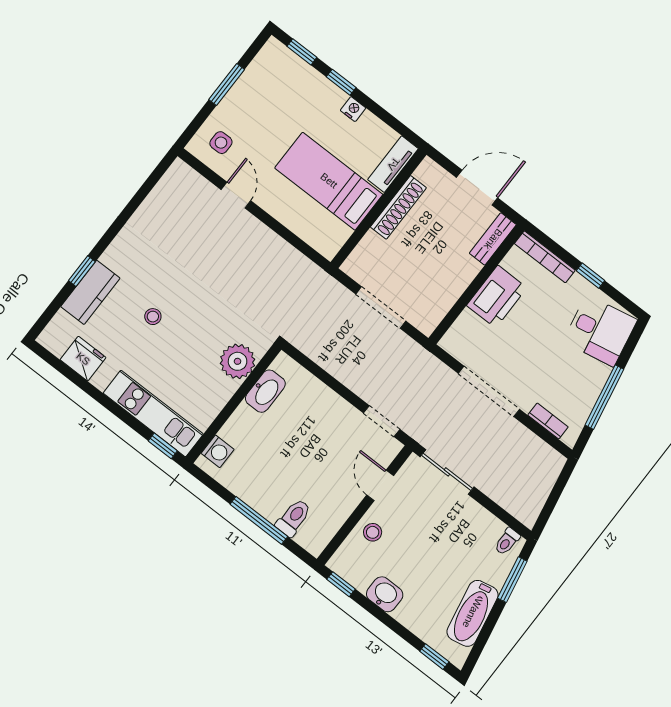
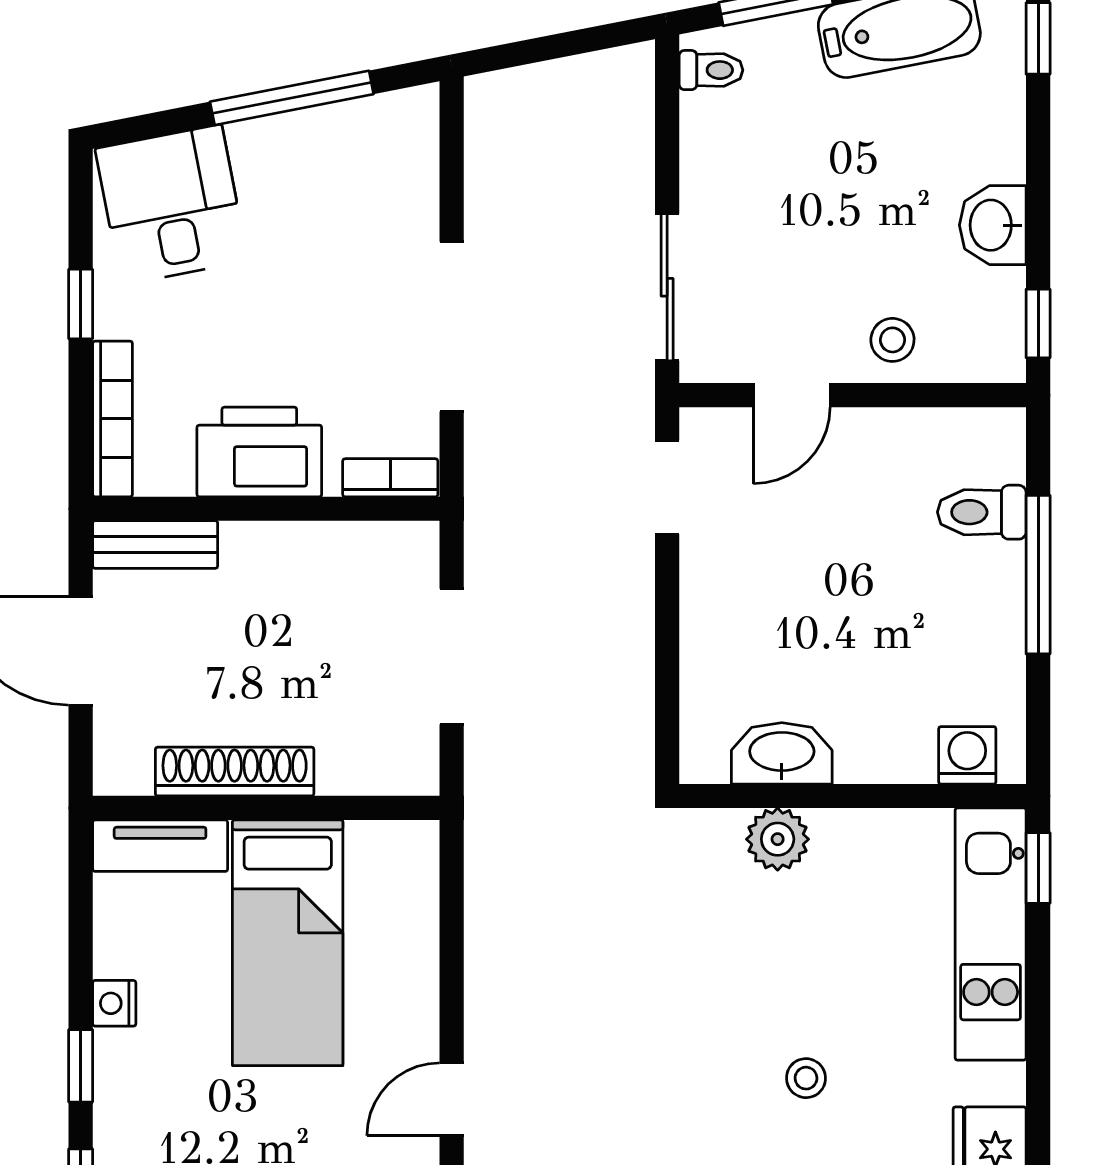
plant: (238, 361) -> (778, 839), width x0.73, depth x0.73
bookcase: (548, 421) -> (390, 478), moved, turned 90

